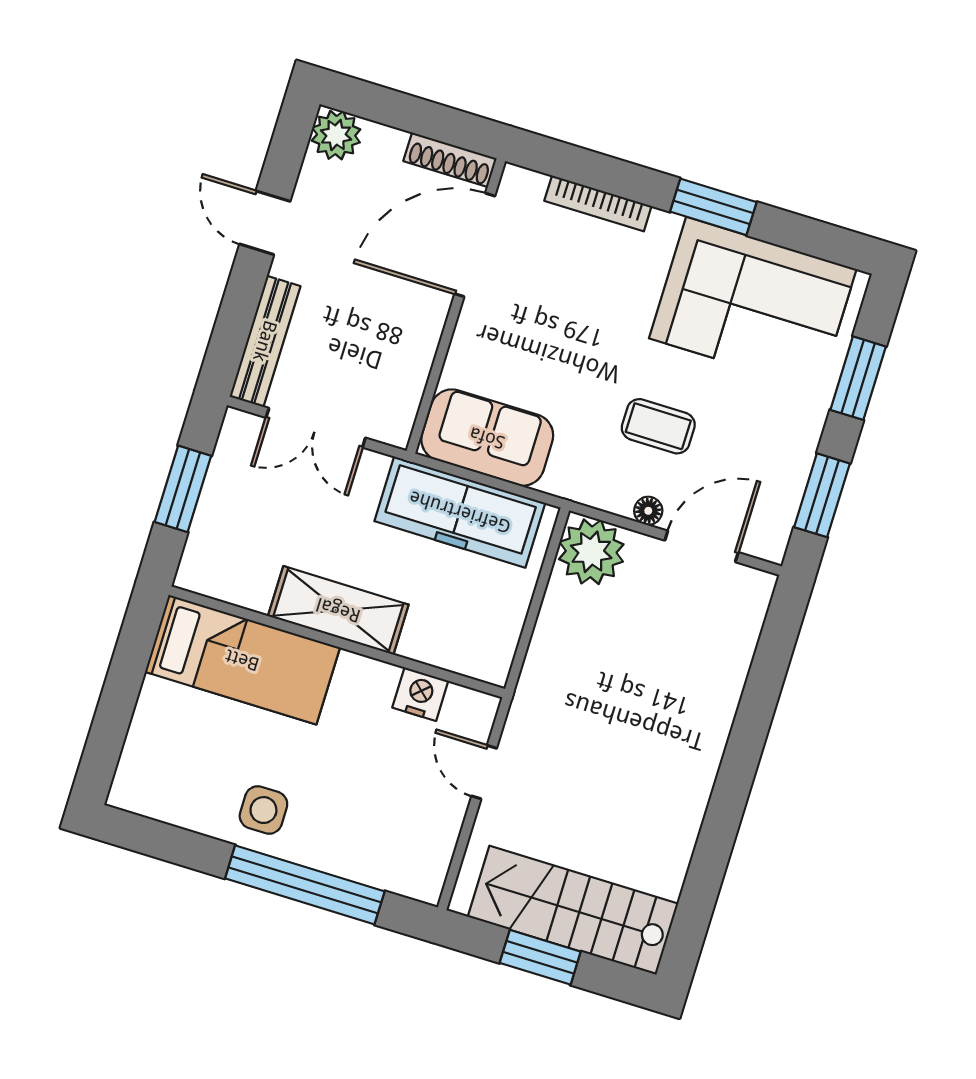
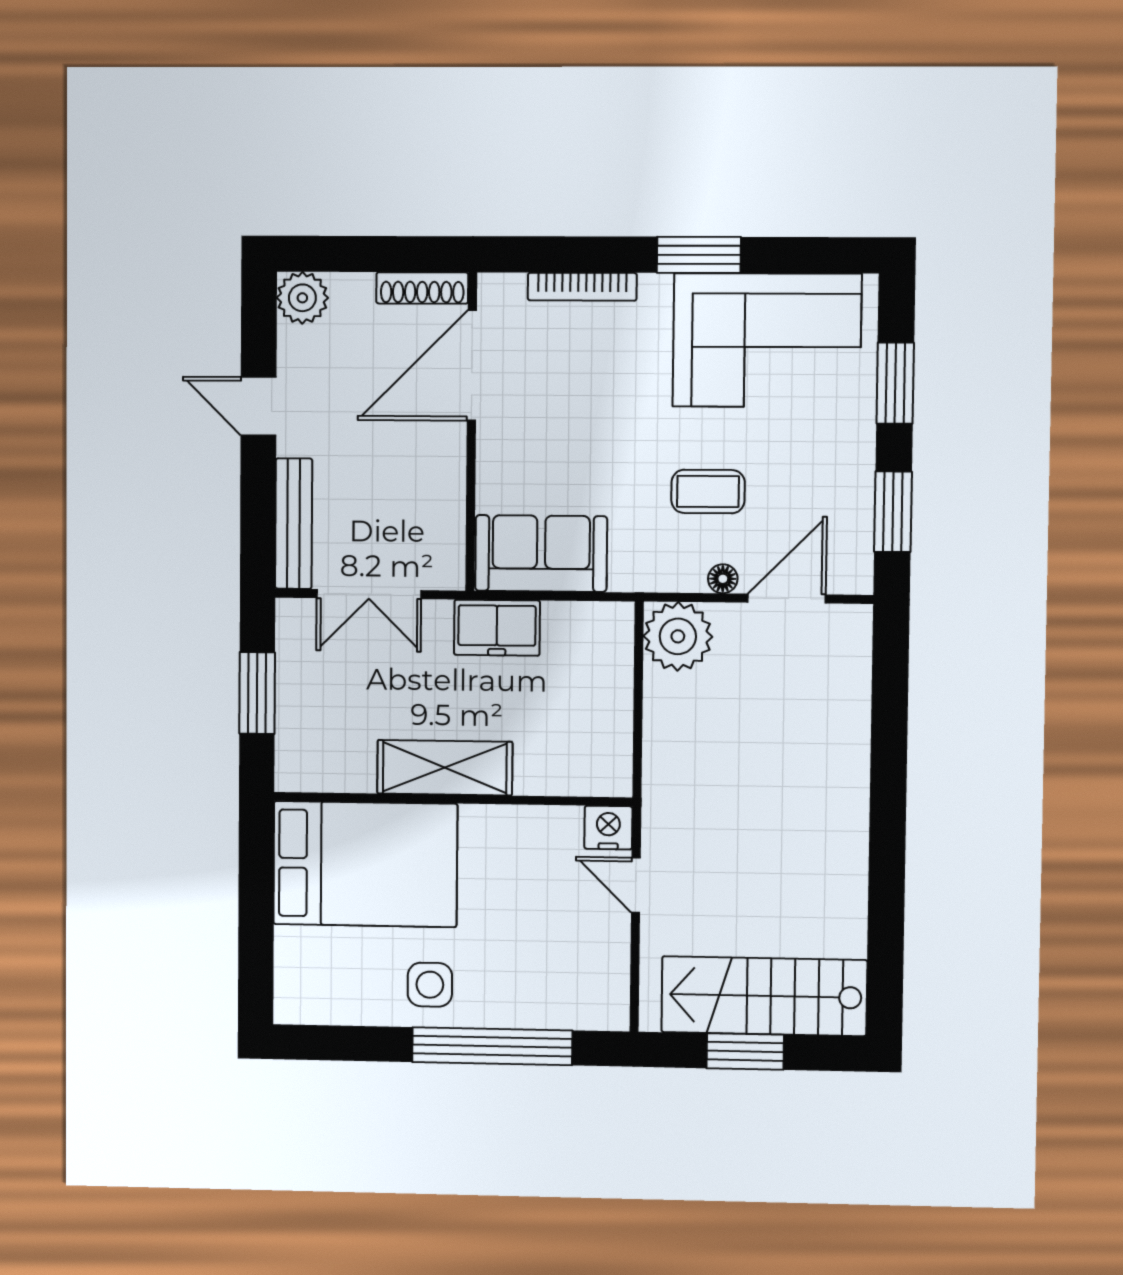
freezer: (460, 512) -> (497, 628), width x0.52, depth x0.79
bed: (242, 660) -> (365, 864), width x1.50
nightstand: (420, 694) -> (608, 828), moved

